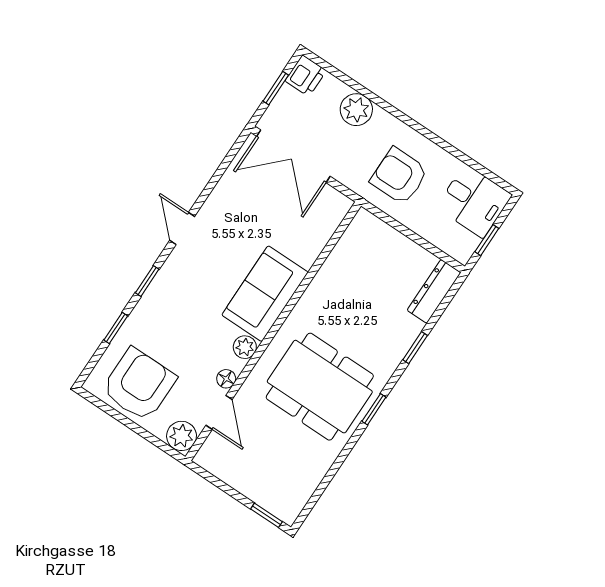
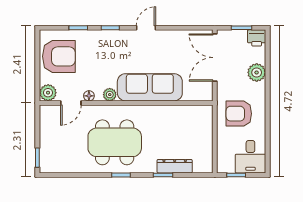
armchair: (399, 176) -> (239, 114), turned -90
dresser: (434, 291) -> (175, 166), moved
sofa: (265, 294) -> (150, 87), width x1.36
dining table: (320, 387) -> (115, 142), turned 90

